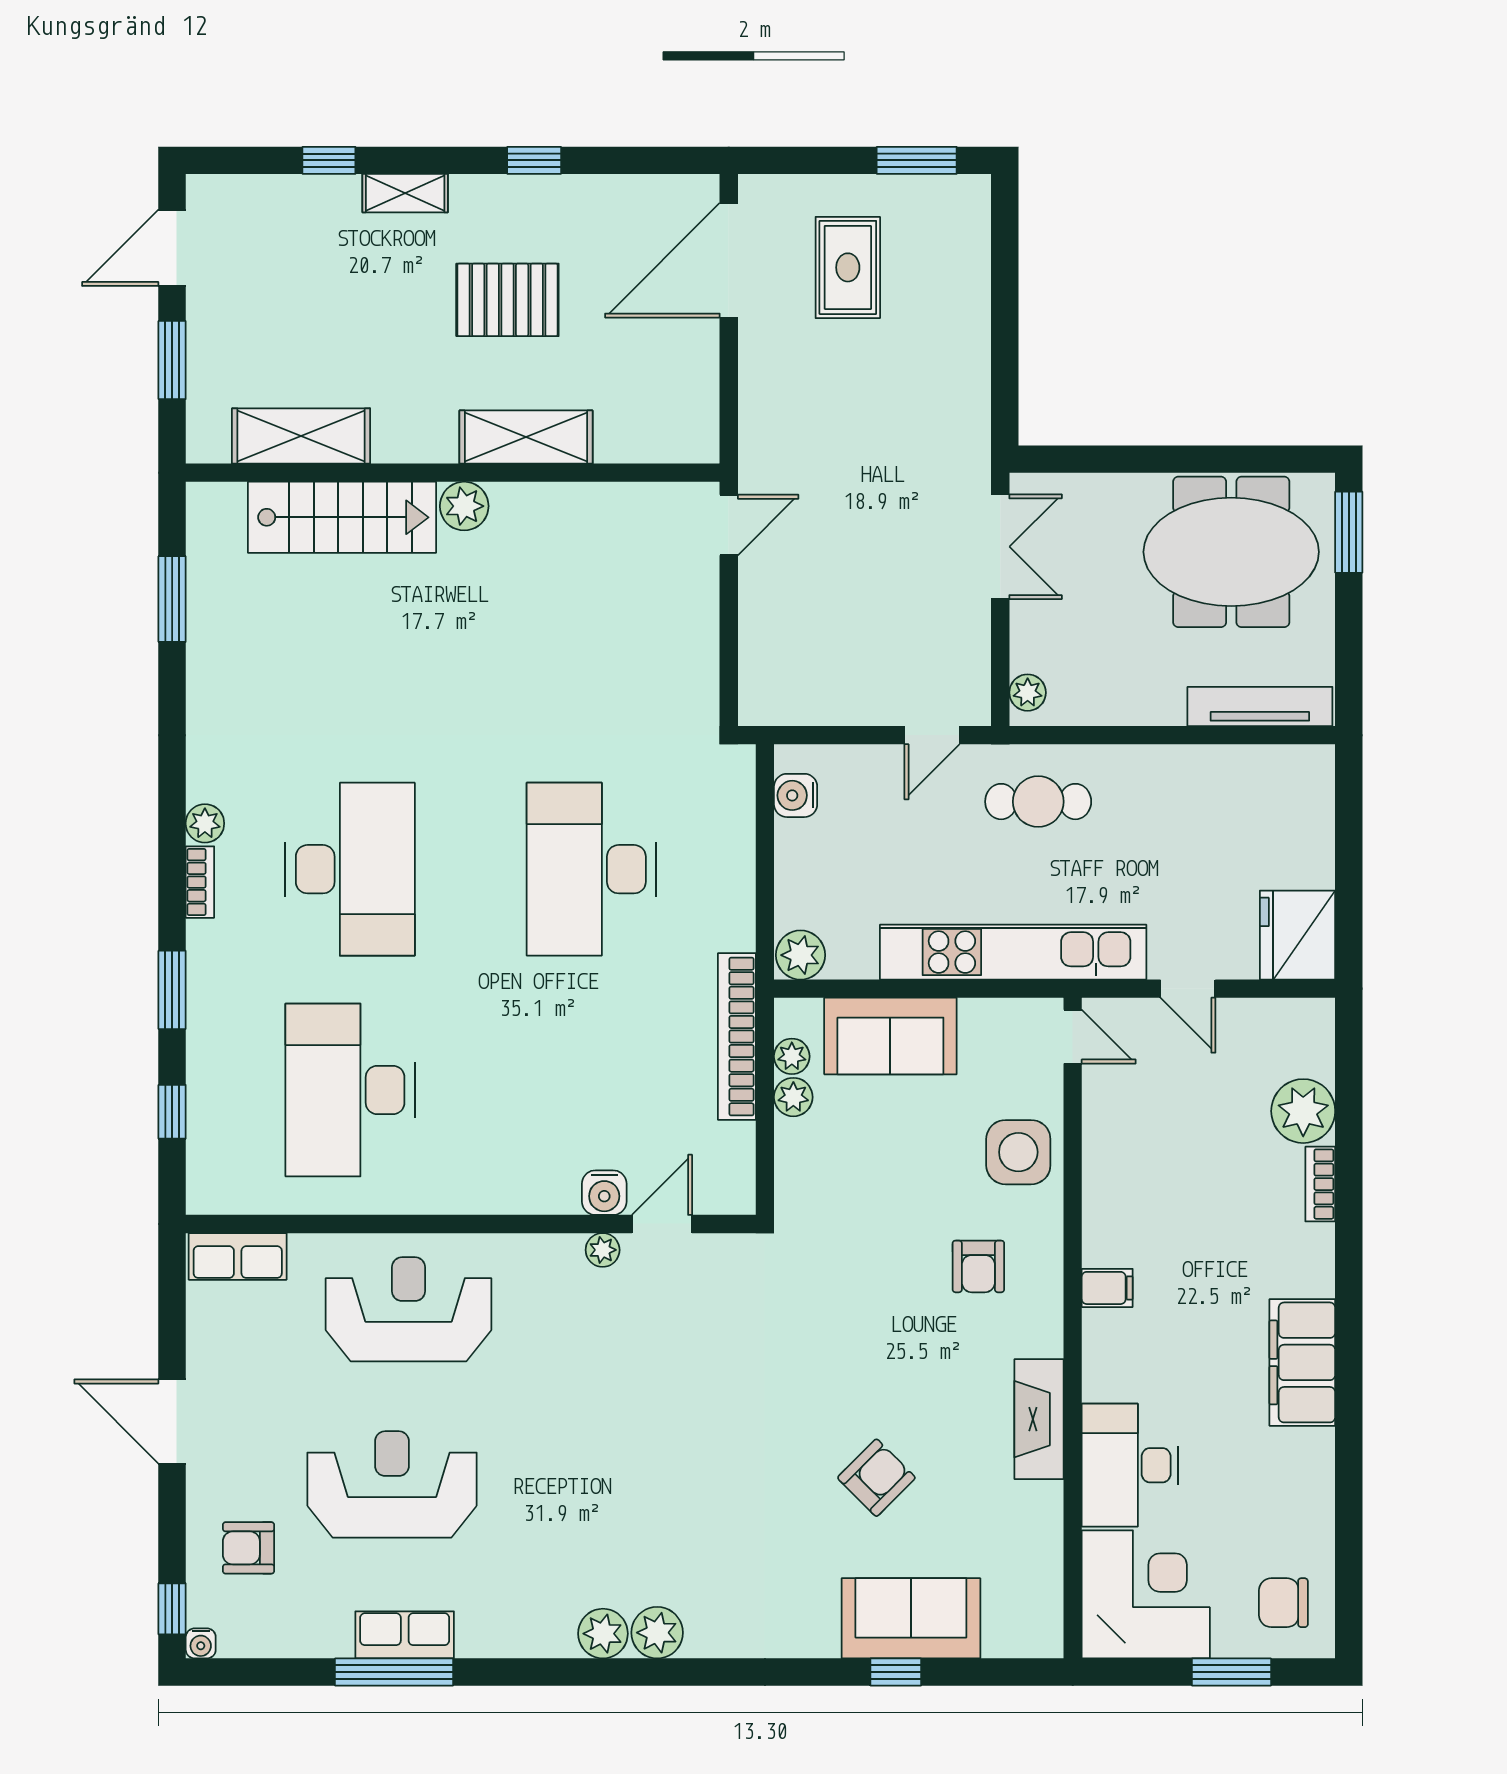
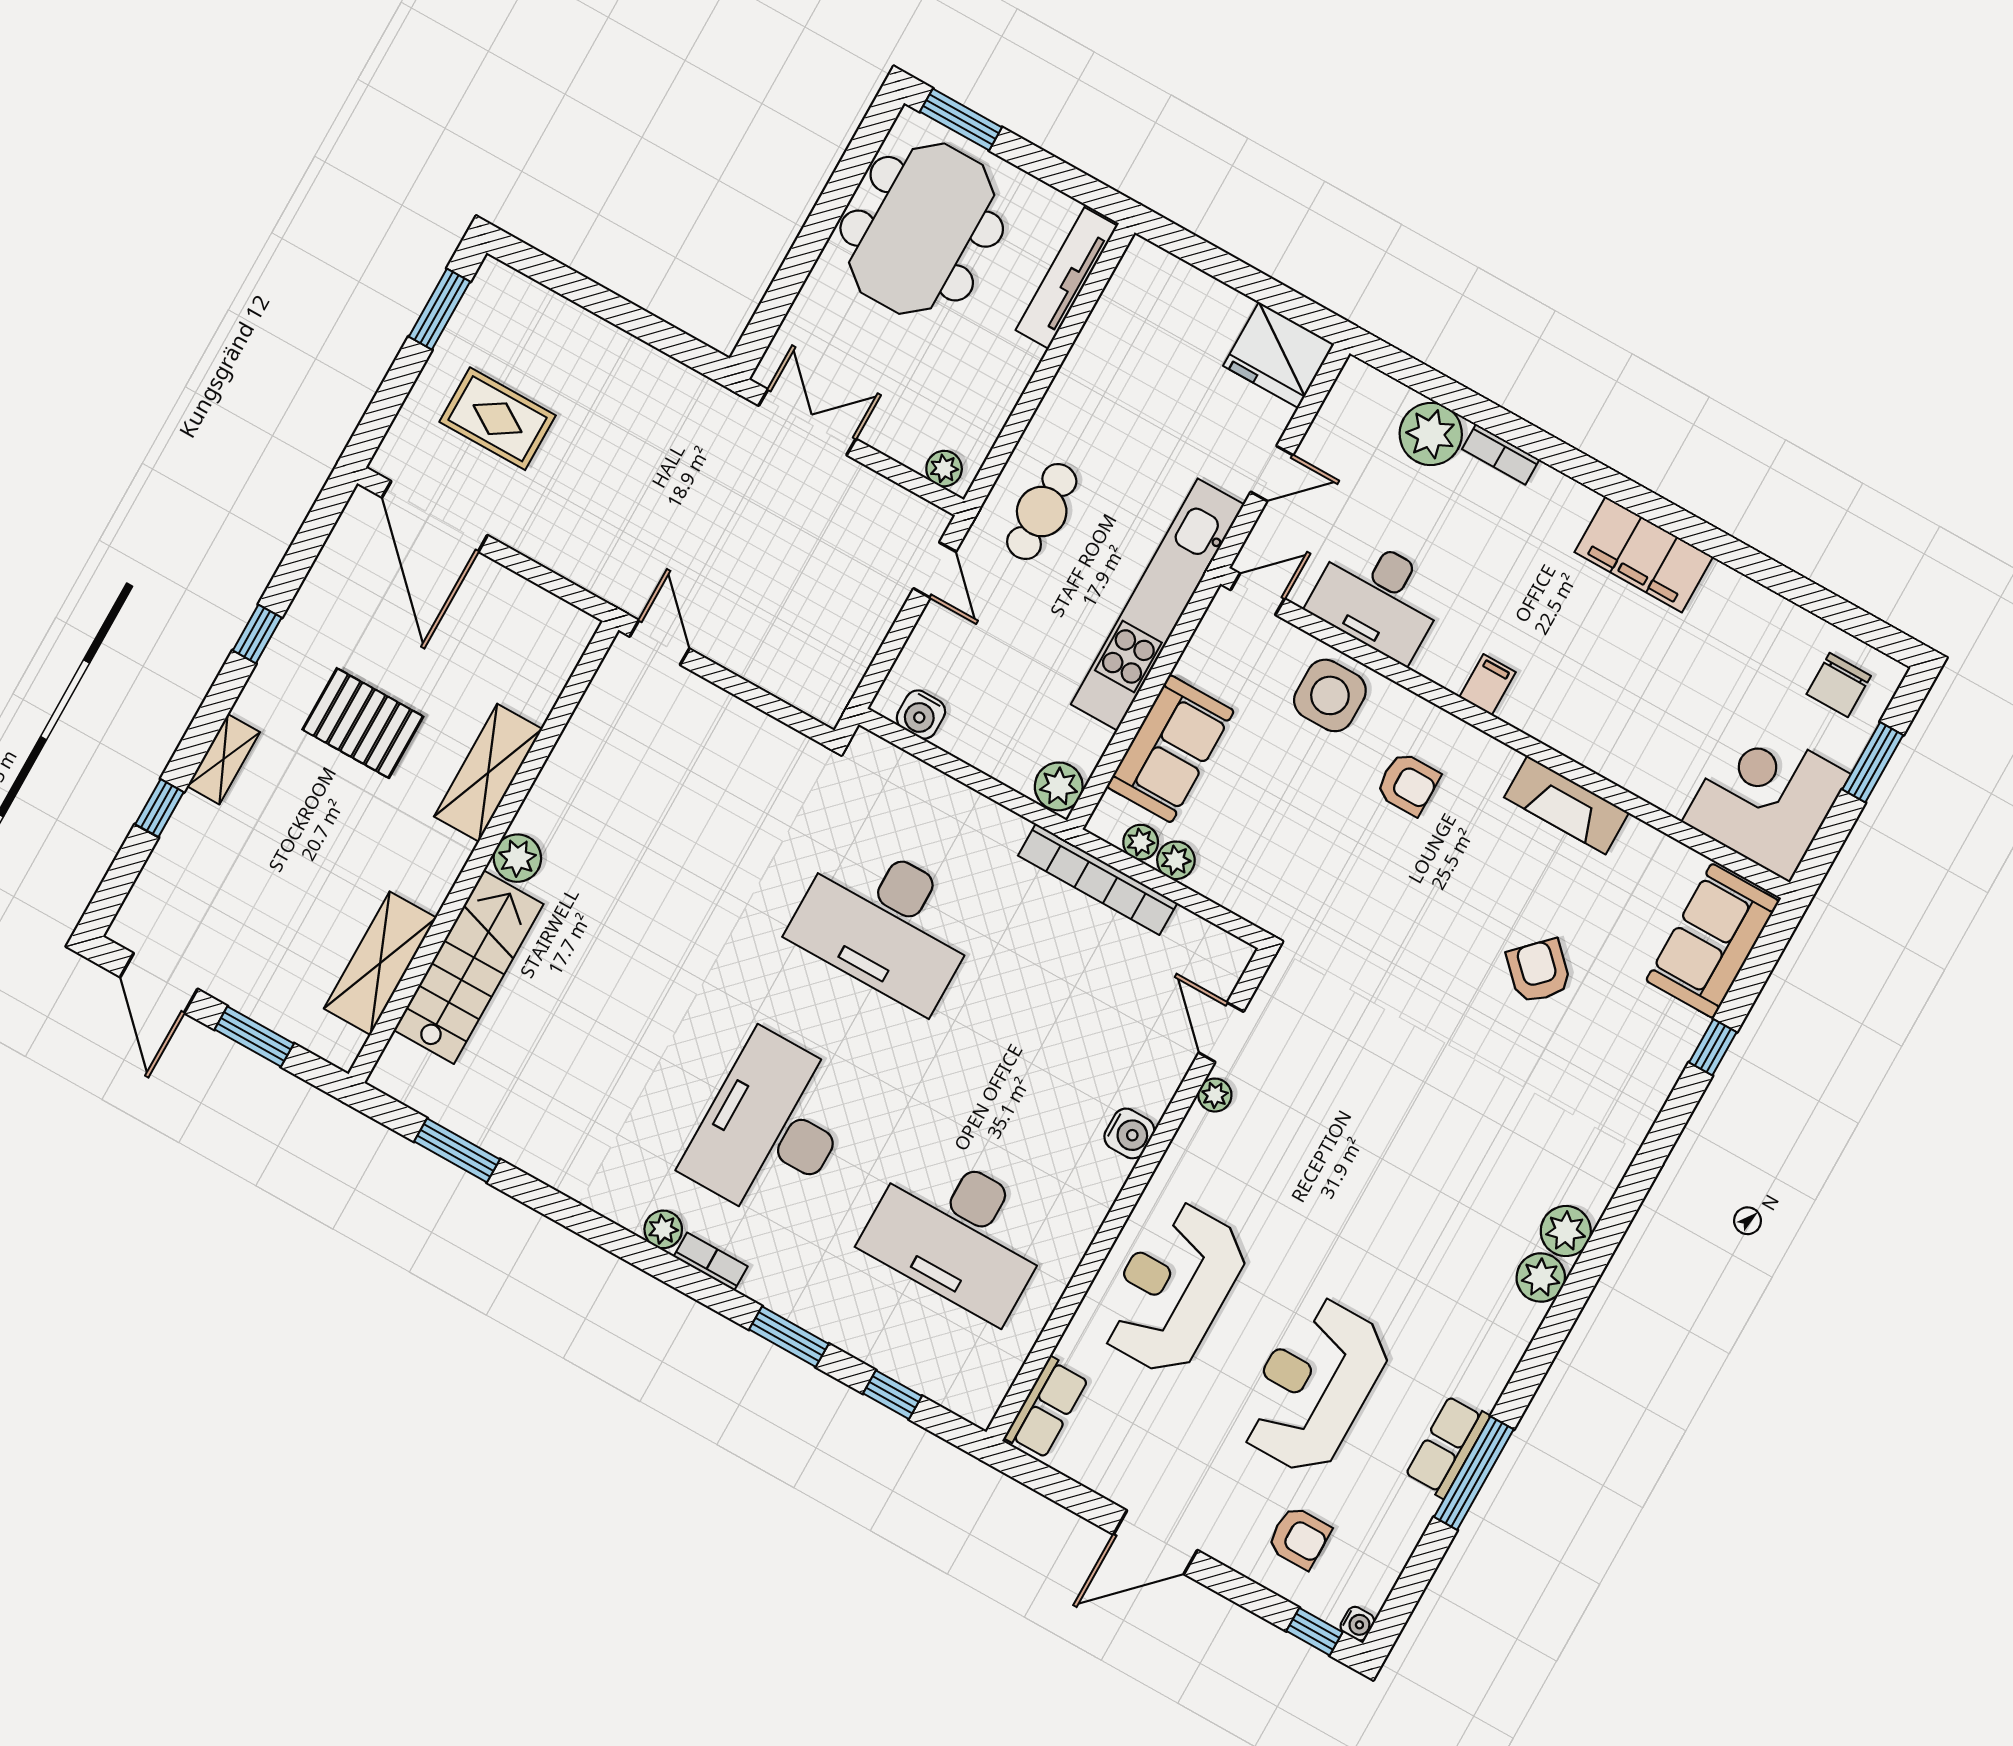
pallet: (507, 300) -> (363, 723), turned 90
desk: (350, 869) -> (771, 1128), turned -90
water cooler: (604, 1193) -> (1129, 1133), moved
desk: (1130, 1465) -> (1378, 598), moved
armchair: (249, 1548) -> (1299, 1538), turned -90
sofa: (911, 1618) -> (1713, 941), moved

